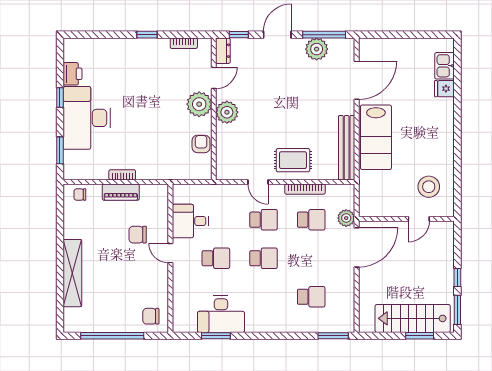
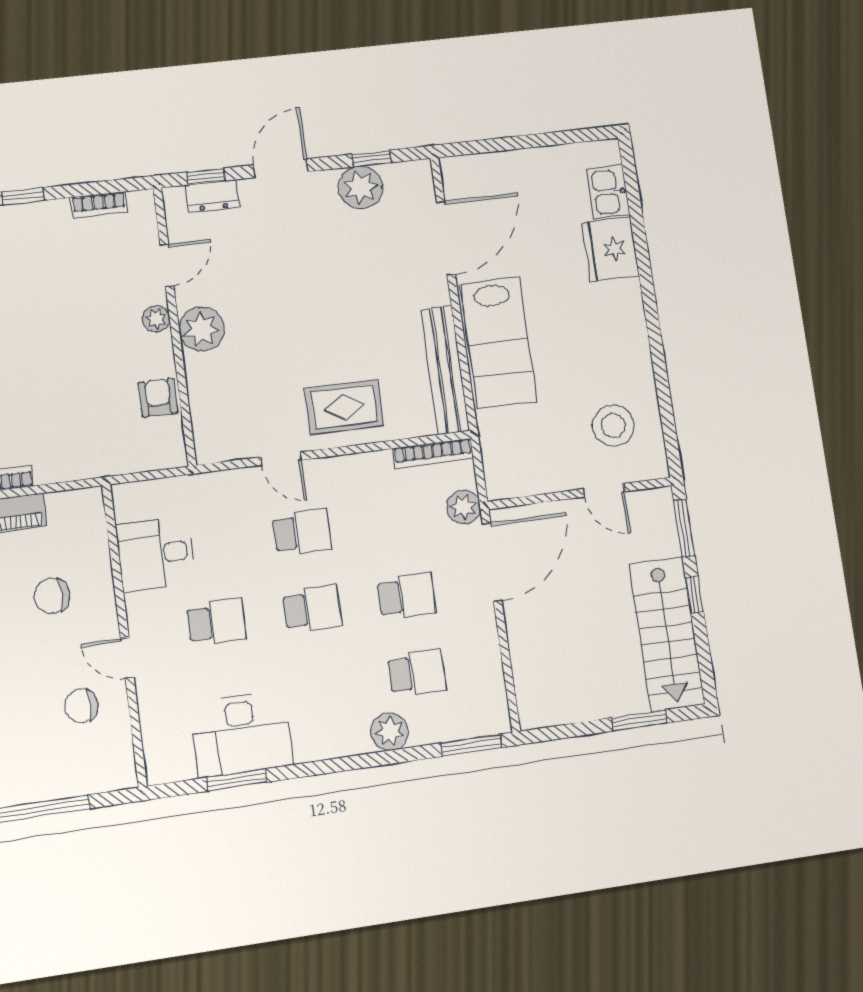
window: (324, 35) -> (371, 158), width x0.46
dresser: (223, 51) -> (212, 196), moved, turned 90
fridge: (444, 89) -> (610, 249), width x1.88, depth x1.34
plant: (199, 104) -> (156, 319), width x0.53, depth x0.53
bookcase: (305, 189) -> (433, 453), moved
door: (419, 219) -> (604, 490), hinge flipped
school desk: (311, 220) -> (406, 596), moved
door: (170, 253) -> (127, 658), moved
window: (457, 310) -> (684, 528), moved
chair: (151, 316) -> (81, 706), moved
stairs: (413, 318) -> (667, 634), moved, turned -90
plant: (294, 323) -> (389, 732), added

